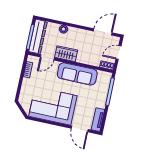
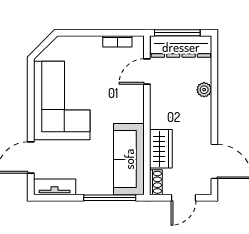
door: (118, 52) -> (184, 198), swing flipped
wardrobe: (66, 54) -> (161, 149), moved
door: (47, 57) -> (147, 72), hinge flipped
sofa: (77, 74) -> (129, 159), moved

